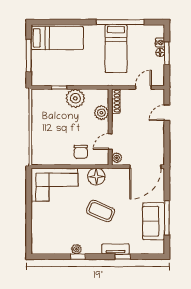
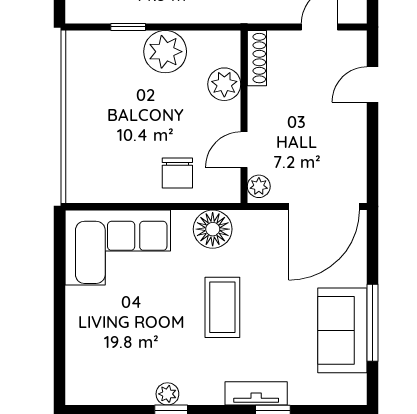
coffee table: (101, 211) -> (222, 307), turned 67

